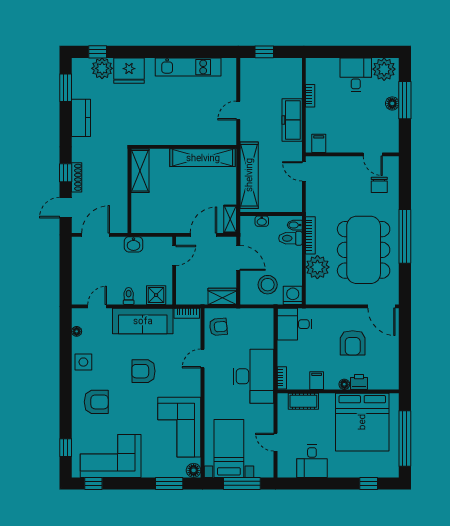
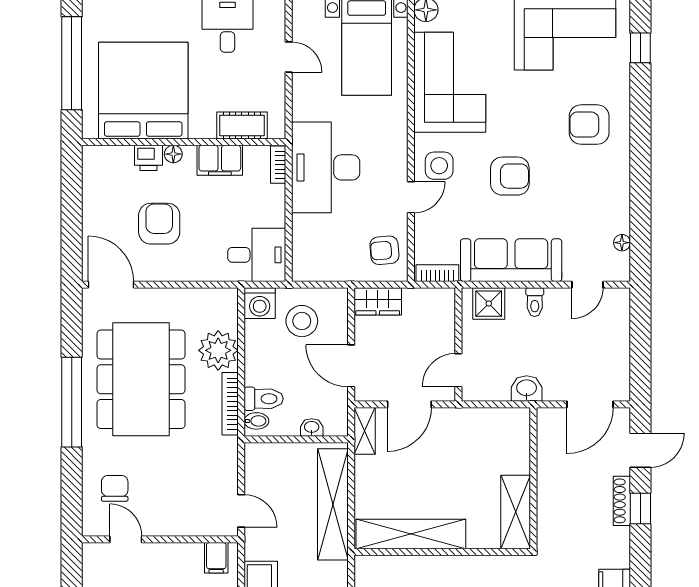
side table: (83, 362) -> (439, 166), moved
filing cabinet: (317, 381) -> (220, 160), width x2.00

